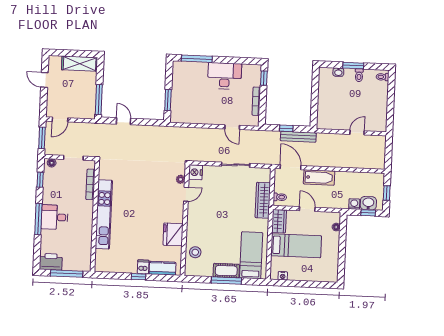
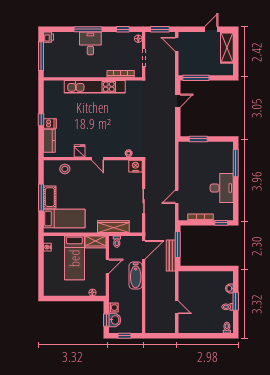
shelving: (80, 64) -> (227, 47), moved
window: (286, 128) -> (178, 245), width x2.17
door: (186, 194) -> (98, 159), moved
fridge: (173, 234) -> (80, 151), width x0.53, depth x0.75
printer: (51, 262) -> (48, 37), width x0.53, depth x0.68

